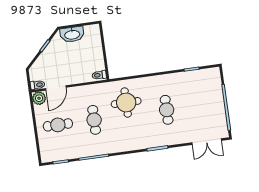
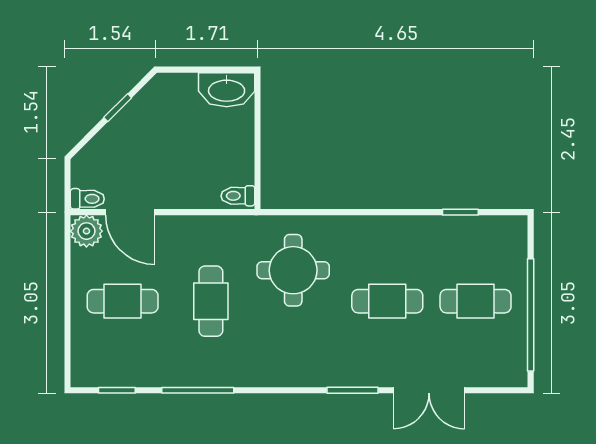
washbasin: (72, 34) -> (227, 90), moved
door: (56, 88) -> (130, 212), hinge flipped
cafe table: (203, 105) -> (476, 301), added
cafe table: (167, 110) -> (387, 301), turned 90
double door: (207, 142) -> (429, 390), moved

